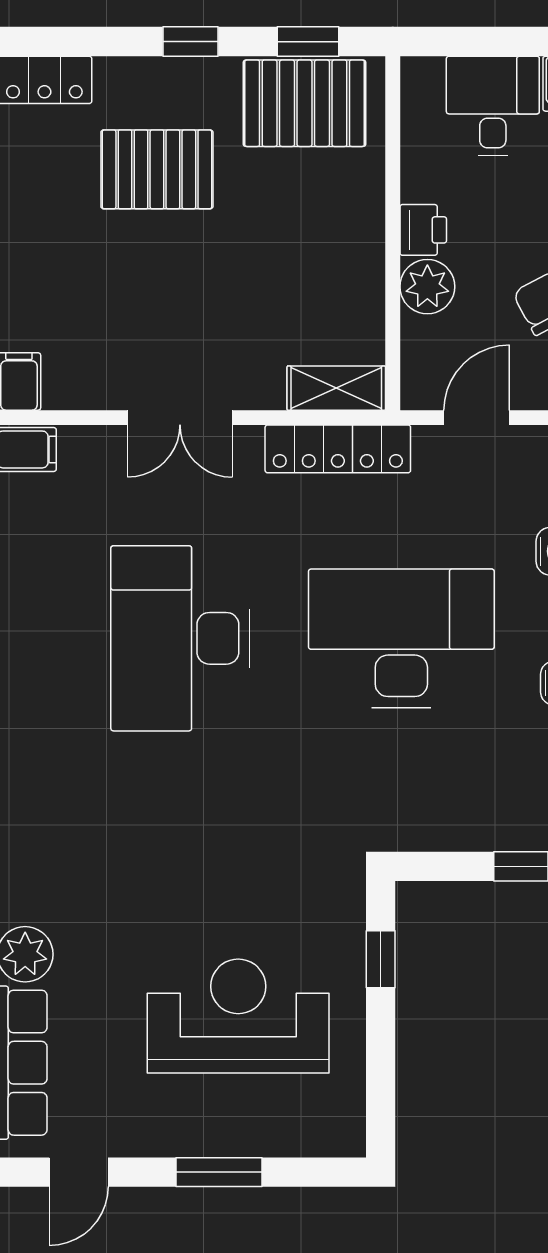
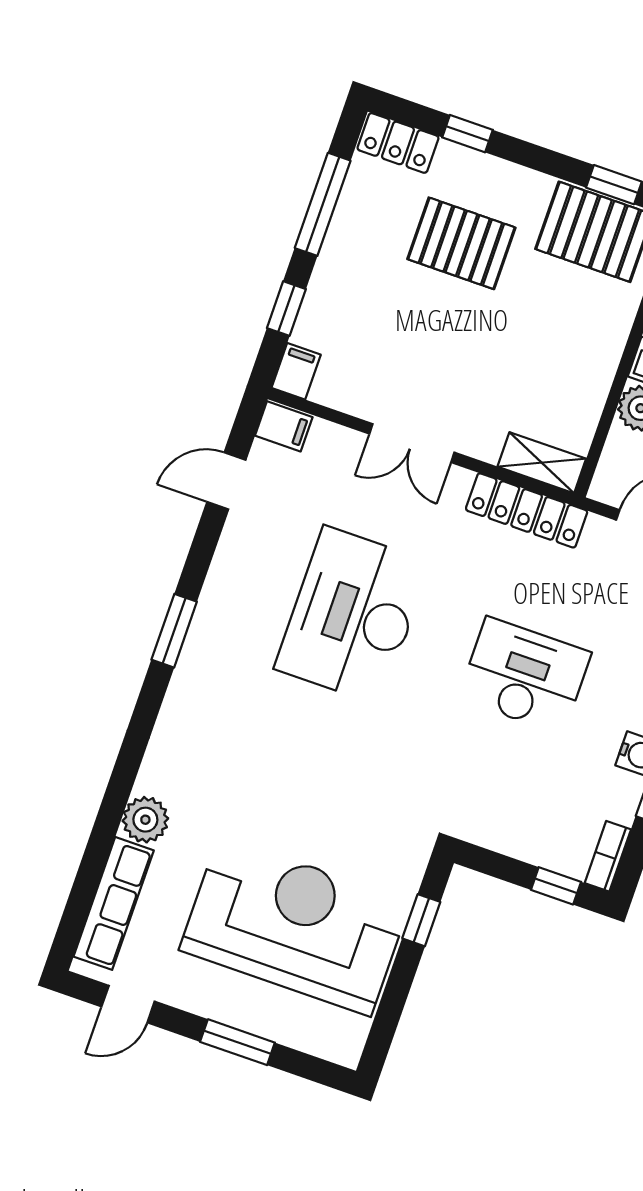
window: (191, 42) -> (467, 134), moved
desk: (401, 638) -> (525, 675), width x0.73, depth x0.77
reception desk: (238, 1016) -> (295, 926), width x1.36, depth x1.30

